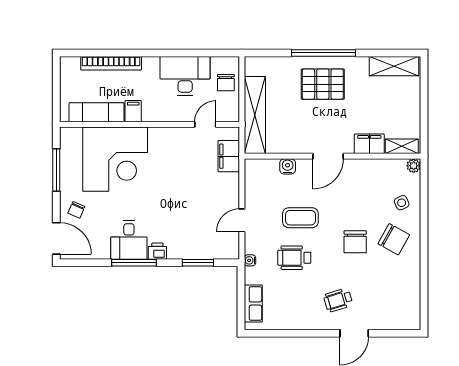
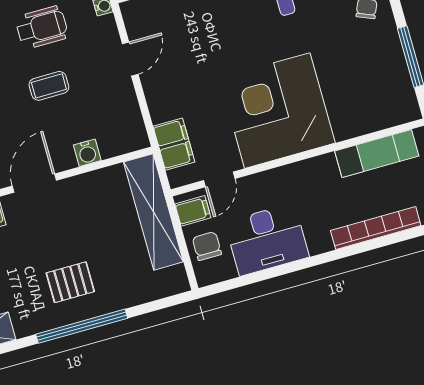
pallet: (323, 84) -> (70, 282), width x0.67, depth x0.71
filing cabinet: (133, 111) -> (193, 211), moved, turned -90
corner desk: (115, 159) -> (277, 111), moved
coffee table: (300, 218) -> (49, 86), width x0.73, depth x0.77

